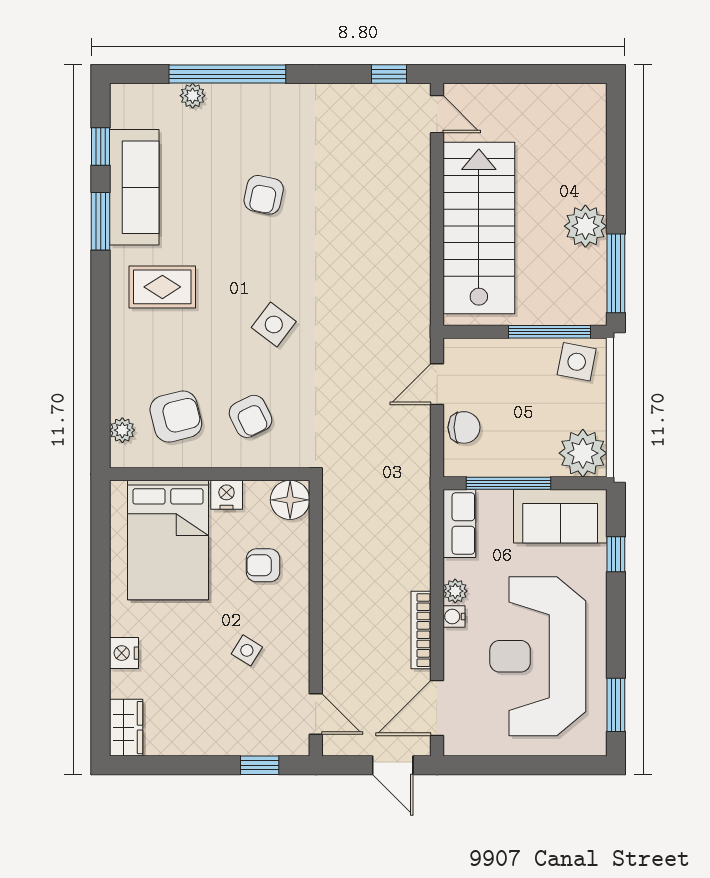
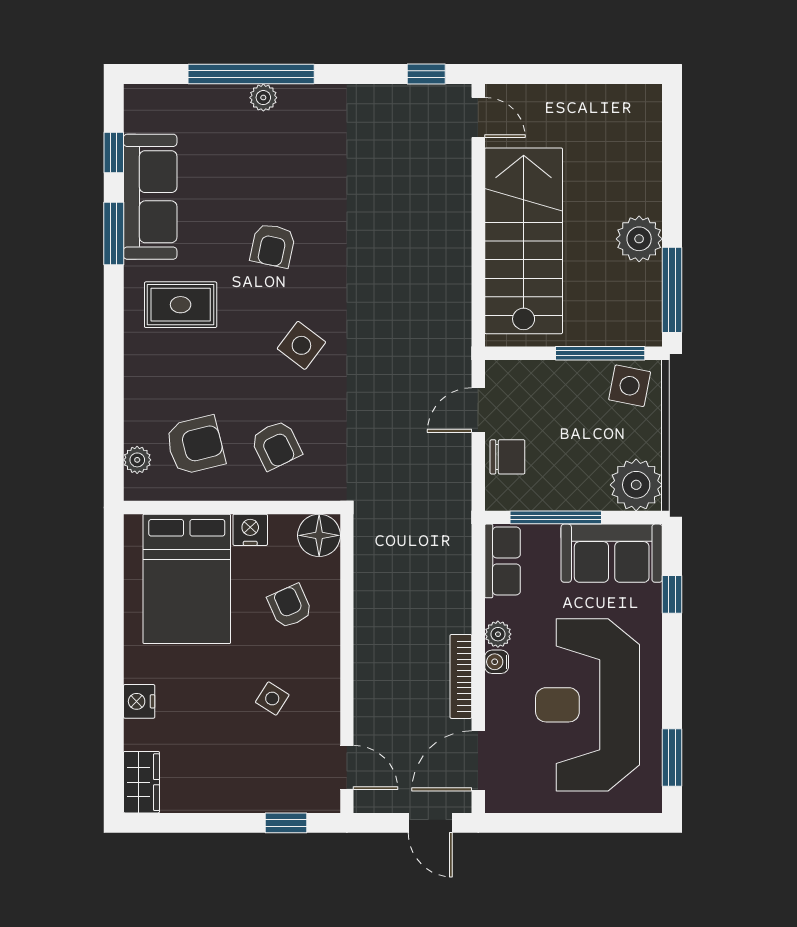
plant: (193, 96) -> (263, 98), moved
armchair: (264, 195) -> (273, 246), moved
armchair: (263, 565) -> (290, 606), turned 66

